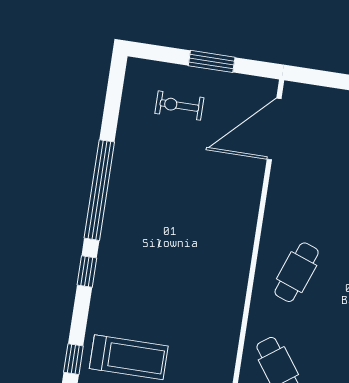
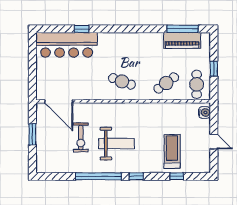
exercise bike: (179, 106) -> (81, 137), moved, width x1.38, depth x1.39
weight bench: (164, 240) -> (116, 144), added

